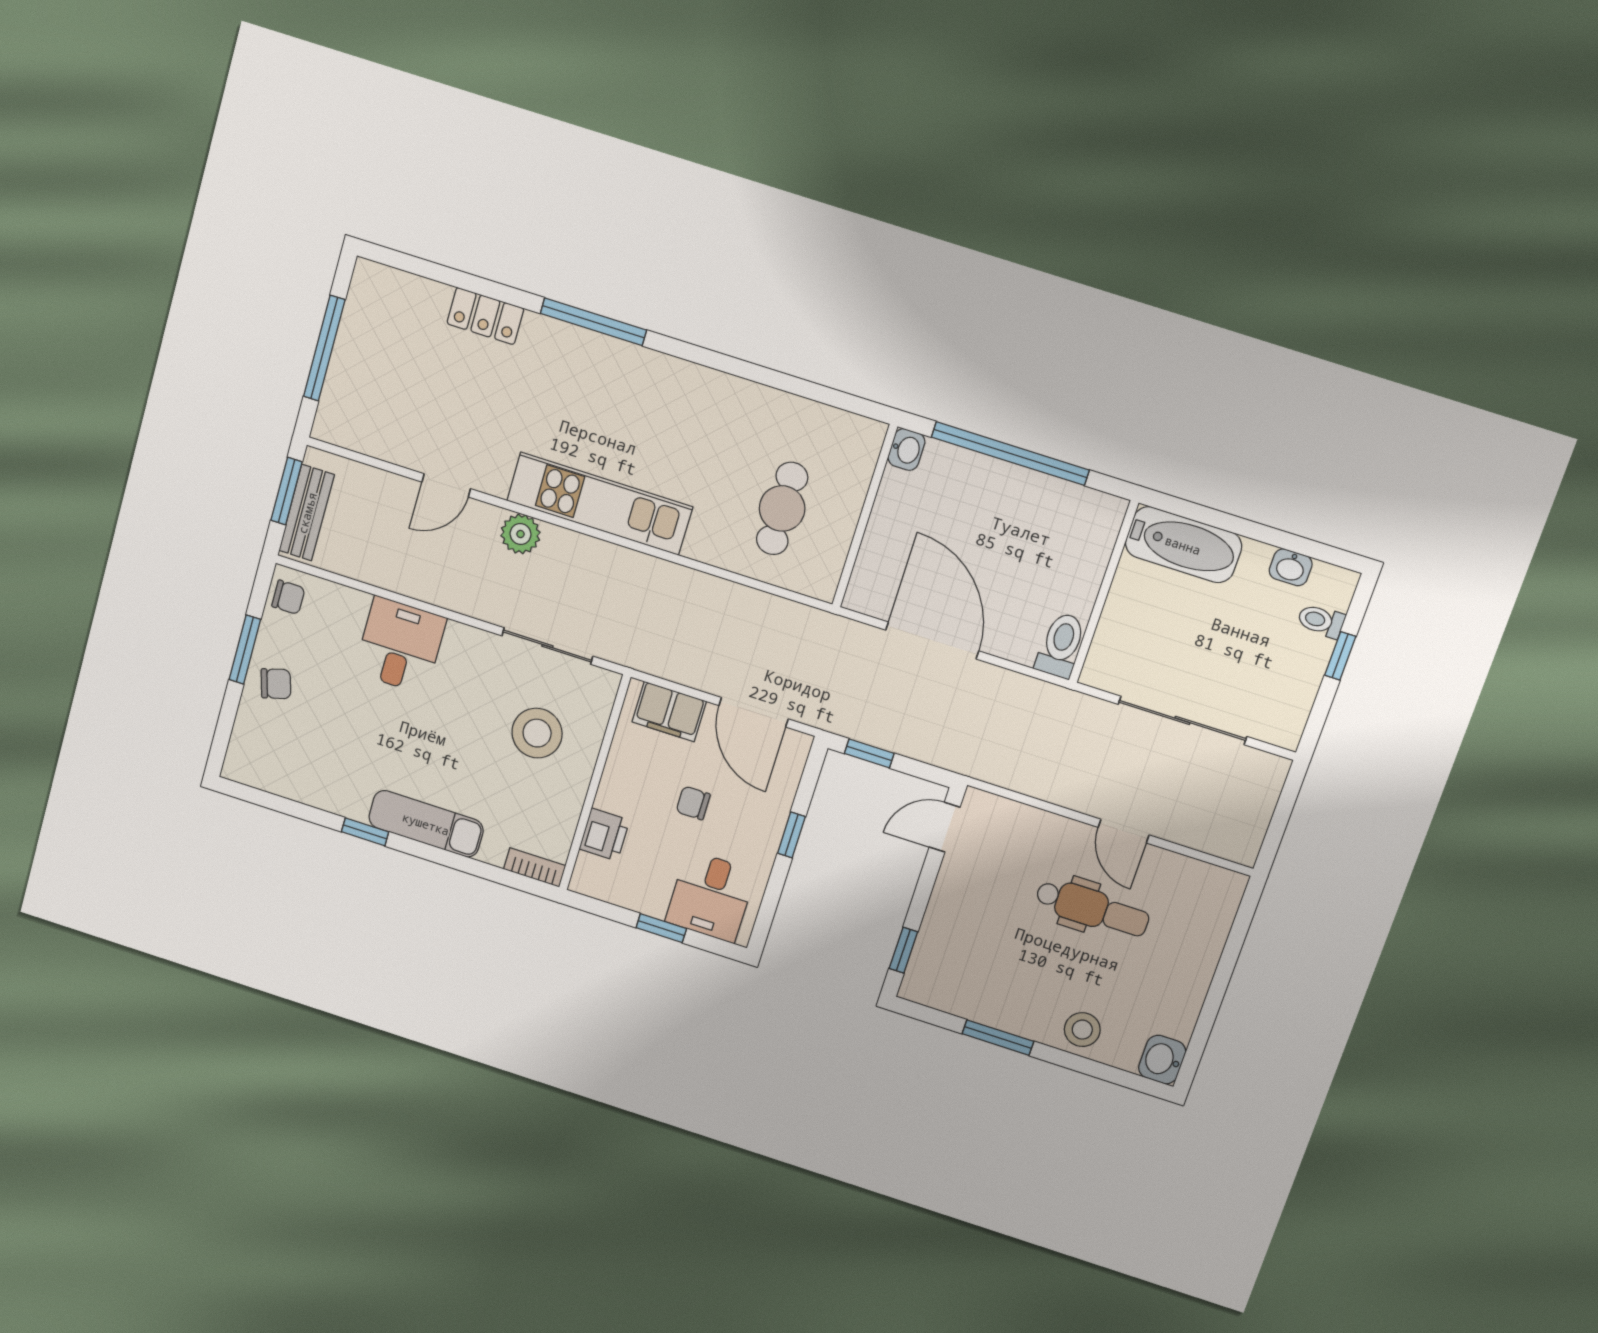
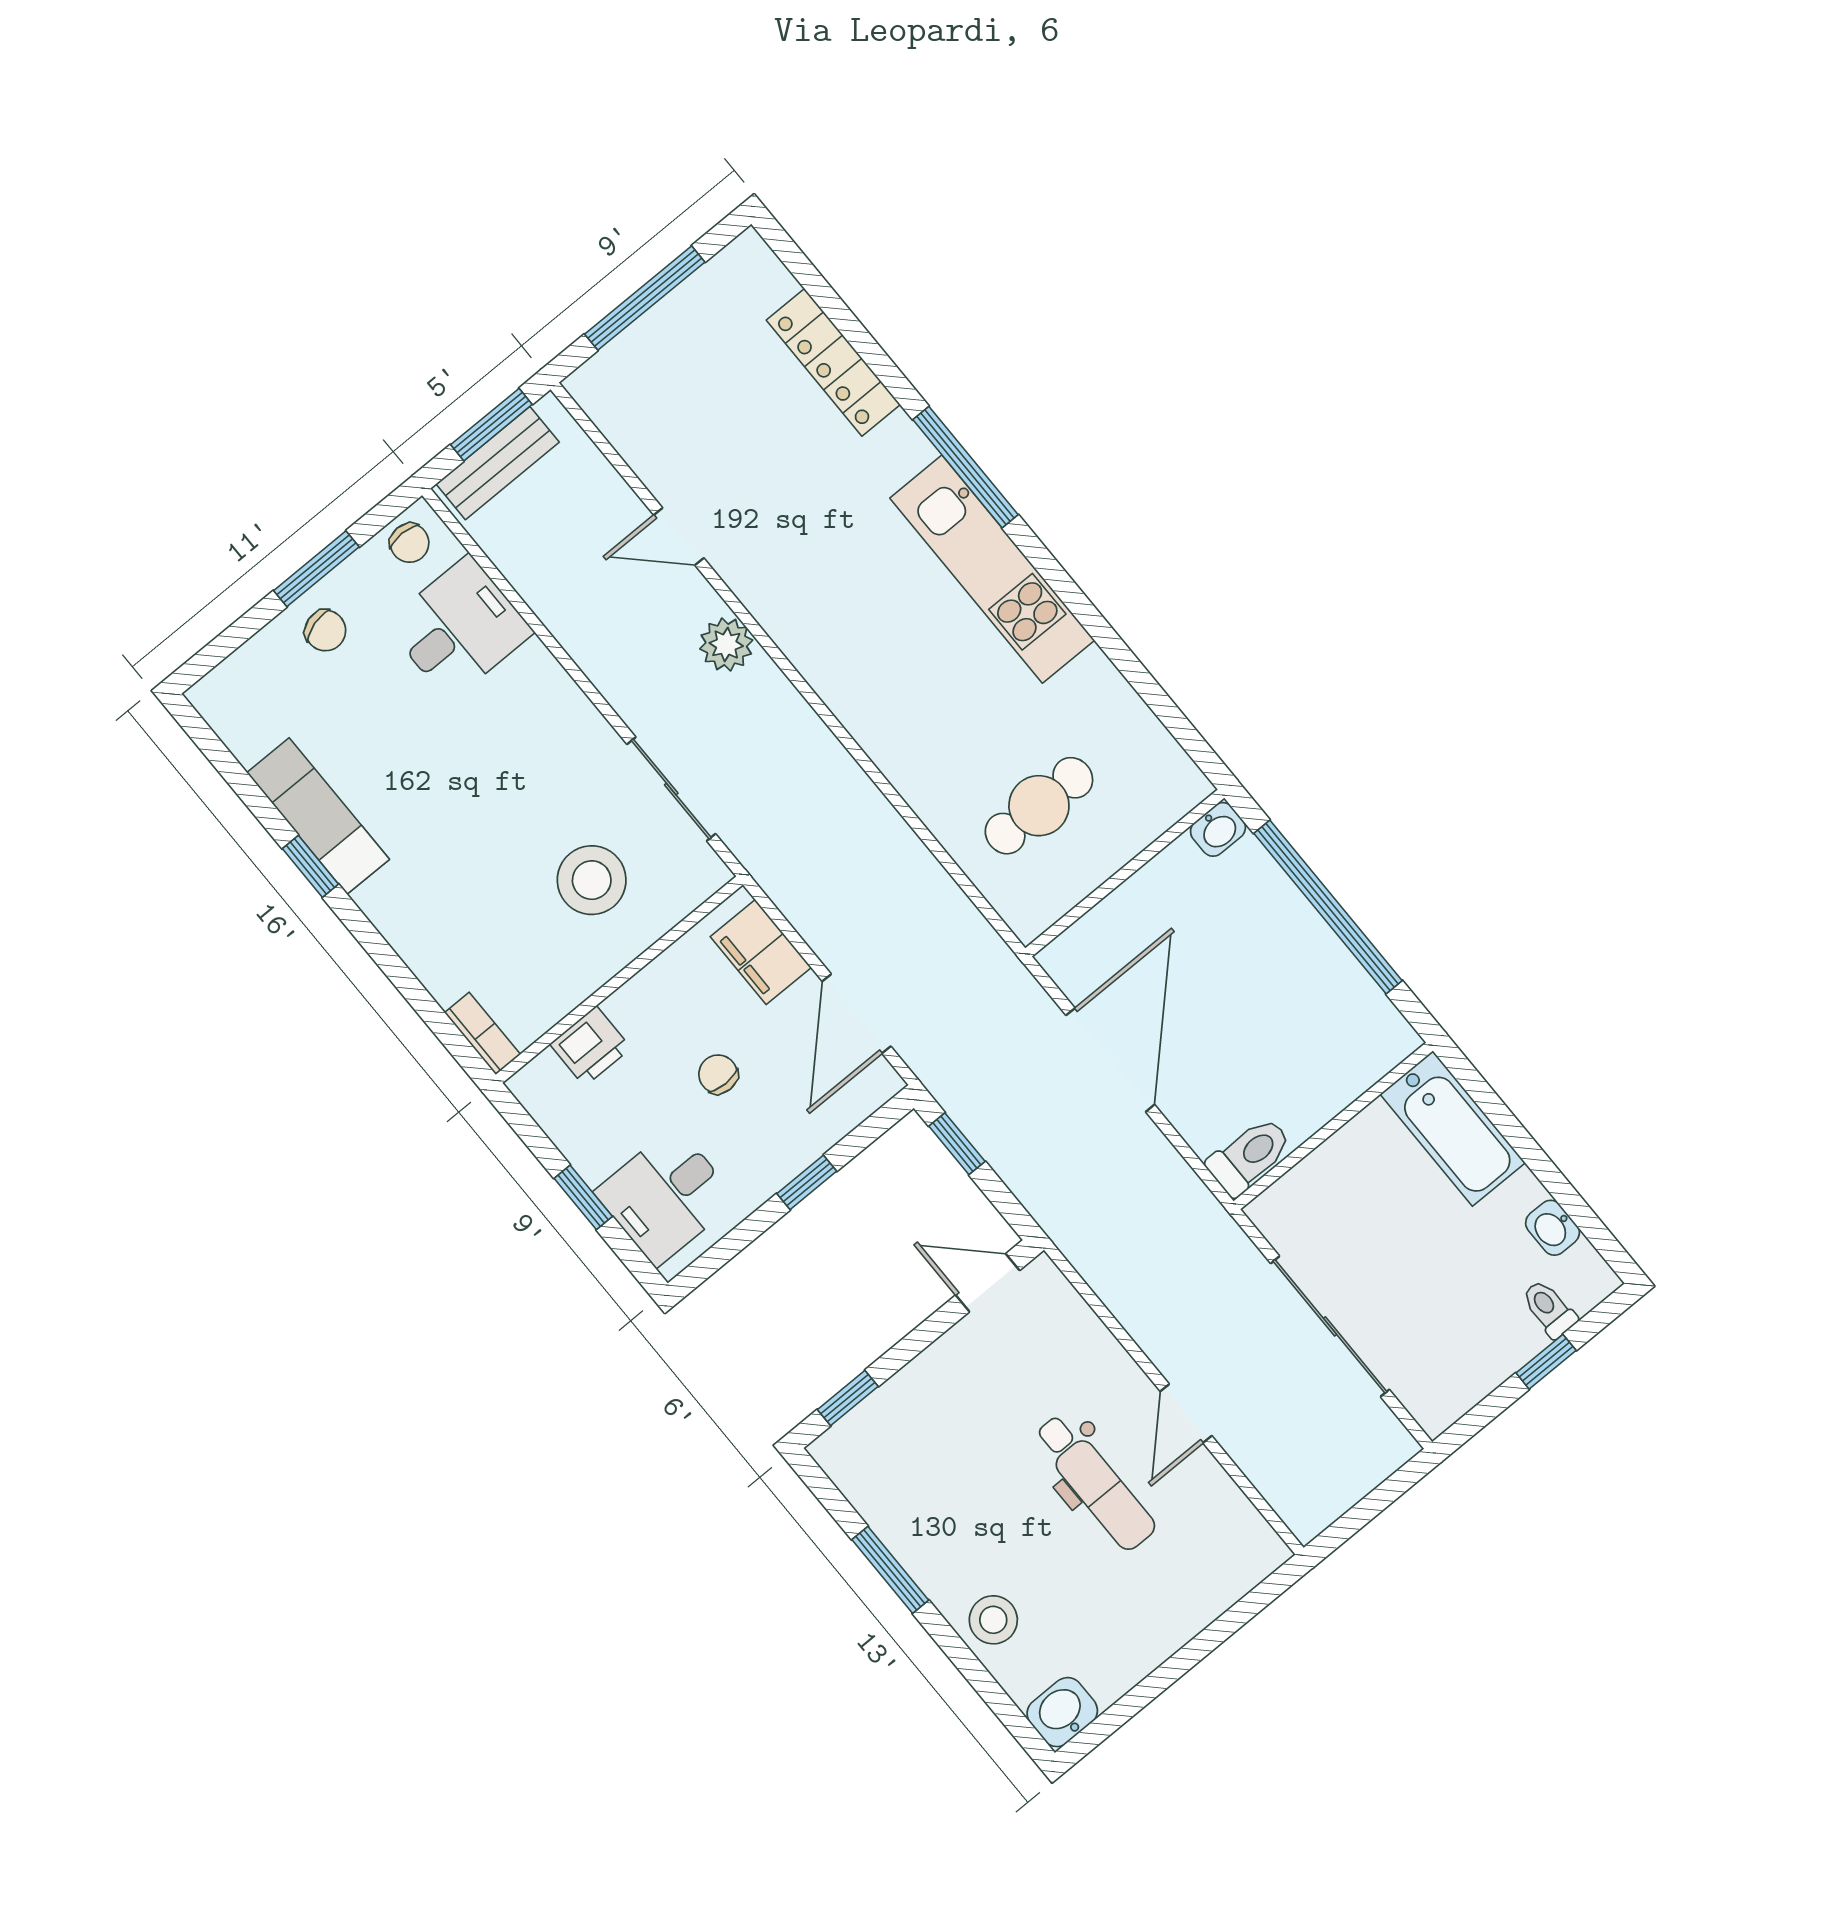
locker: (485, 316) -> (833, 362), width x1.53
kitchen unit: (600, 504) -> (992, 569), moved, turned 180
desk: (400, 645) -> (459, 628), moved
exam couch: (426, 824) -> (318, 816), moved

